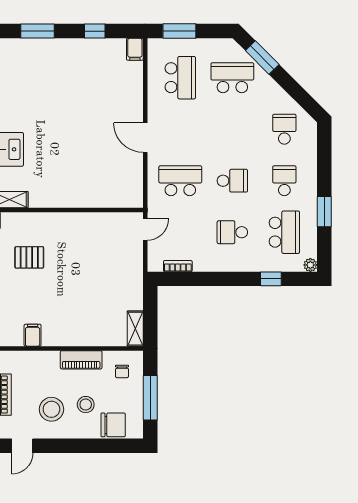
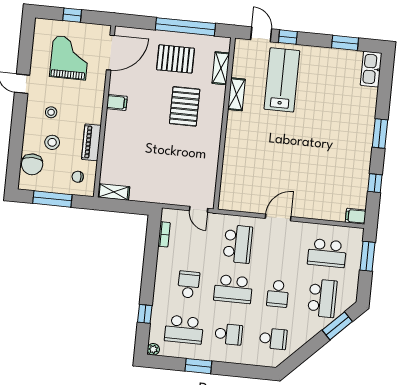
school desk: (232, 129) -> (278, 294), added
school desk: (232, 181) -> (233, 289), width x1.85
pallet: (29, 257) -> (185, 106), width x1.50, depth x1.42
stool: (51, 409) -> (51, 112), width x0.53, depth x0.53

